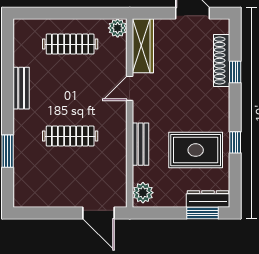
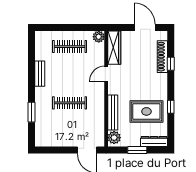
bench: (141, 144) -> (113, 113), width x1.36
window: (202, 213) -> (137, 150), moved

